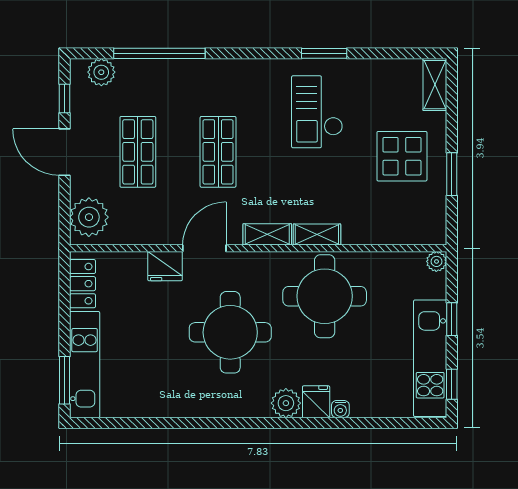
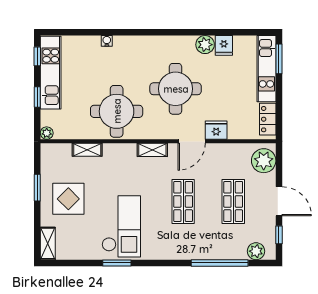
checkout: (317, 112) -> (121, 226), width x1.36, depth x1.21
shelving: (317, 235) -> (87, 150), moved
fridge: (316, 402) -> (224, 45), moved
plant: (286, 403) -> (205, 45), moved

